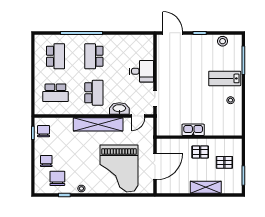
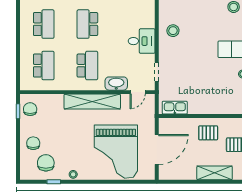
stool: (169, 62) -> (173, 31), added
school desk: (55, 93) -> (44, 66), turned -90
kitchen sink: (193, 130) -> (175, 108), moved

